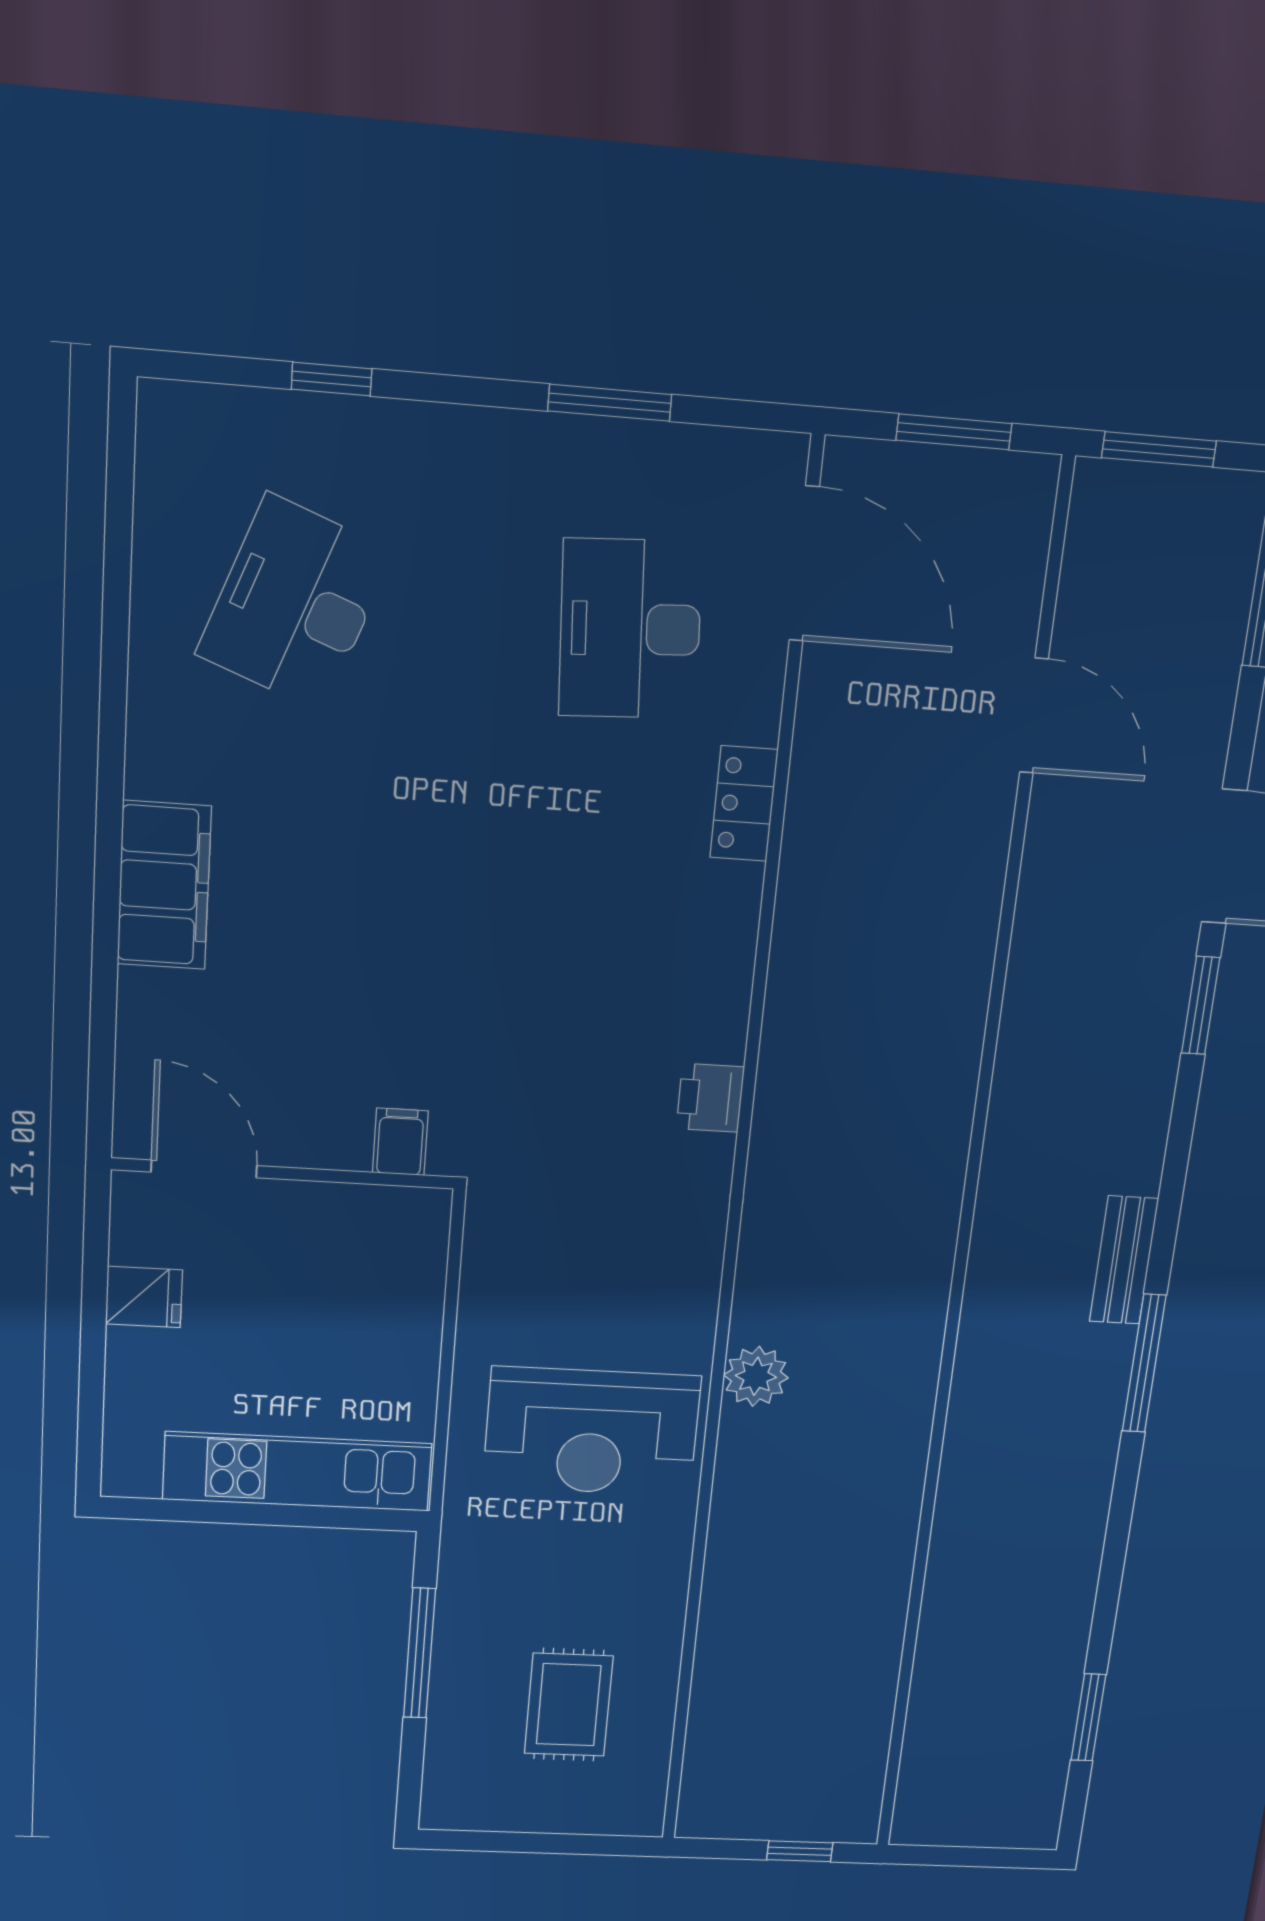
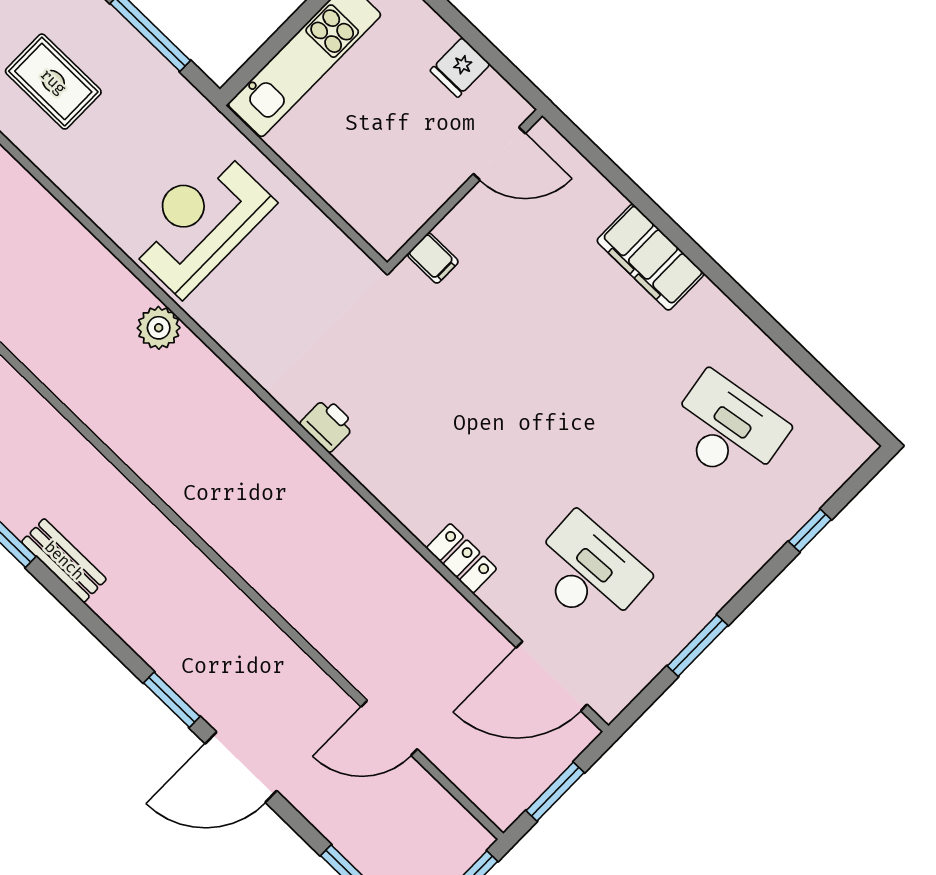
desk: (295, 603) -> (727, 430), turned -30

